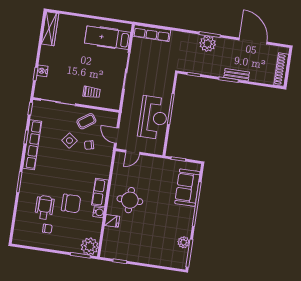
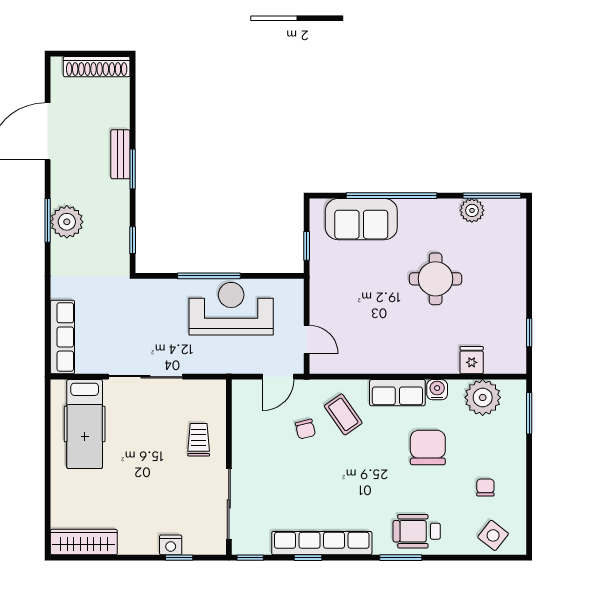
coffee table: (86, 121) -> (343, 414), moved
side table: (69, 141) -> (493, 535), moved
round table: (130, 200) -> (436, 279), moved
wheelchair: (45, 207) -> (417, 531), moved
fridge: (112, 221) -> (472, 360), moved
plant: (90, 246) -> (483, 397), moved

